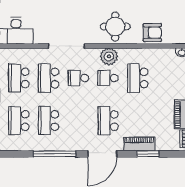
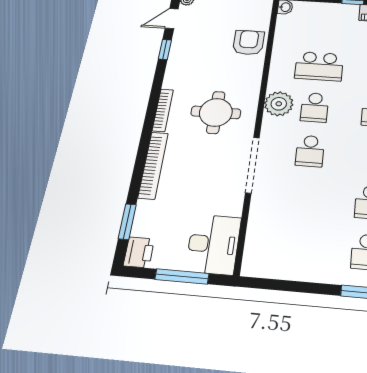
round table: (115, 27) -> (216, 112), moved
school desk: (19, 78) -> (300, 246), removed
school desk: (49, 78) -> (305, 197), removed

